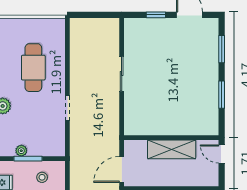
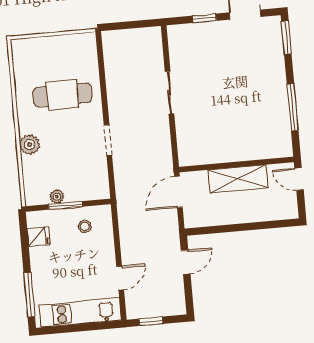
window: (222, 49) -> (286, 38), moved
cafe table: (33, 68) -> (62, 95), turned 90
window: (222, 95) -> (293, 107), width x1.44
door: (122, 170) -> (178, 192), moved

